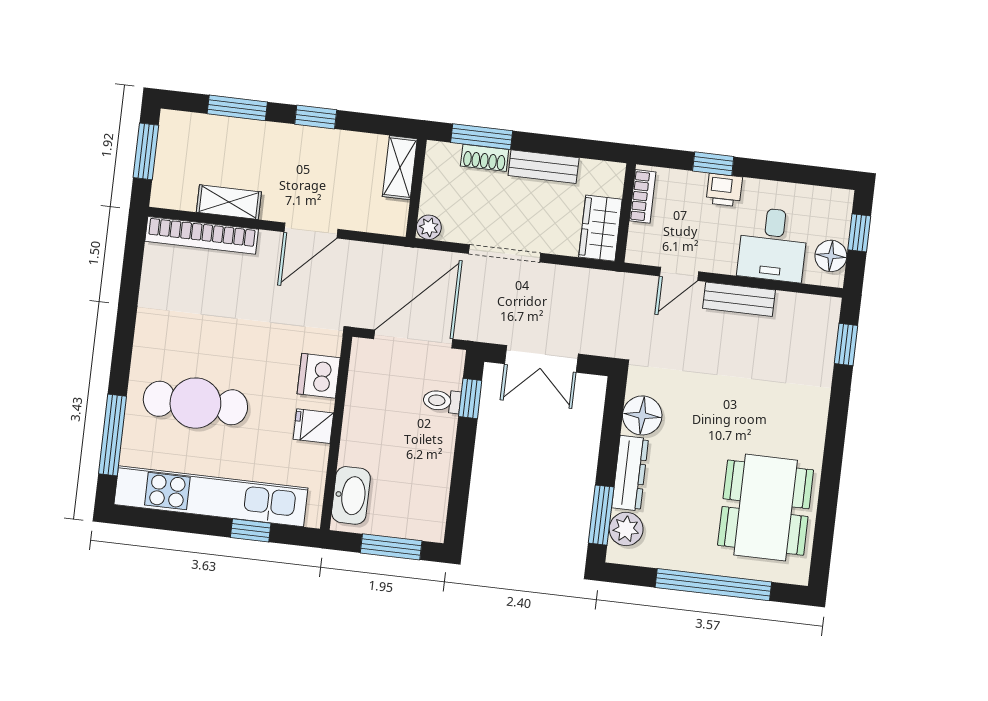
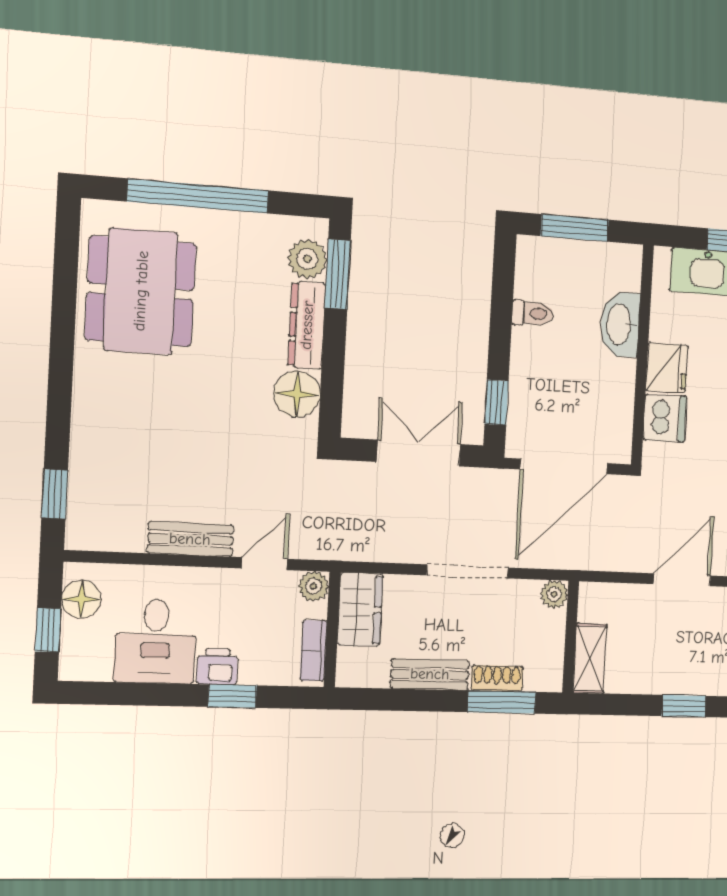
desk: (773, 245) -> (155, 641), moved, turned 180
plant: (639, 251) -> (314, 586), added
toilet: (442, 401) -> (533, 313), moved
fridge: (313, 426) -> (667, 368), width x1.38
washbasin: (351, 495) -> (620, 324), moved

